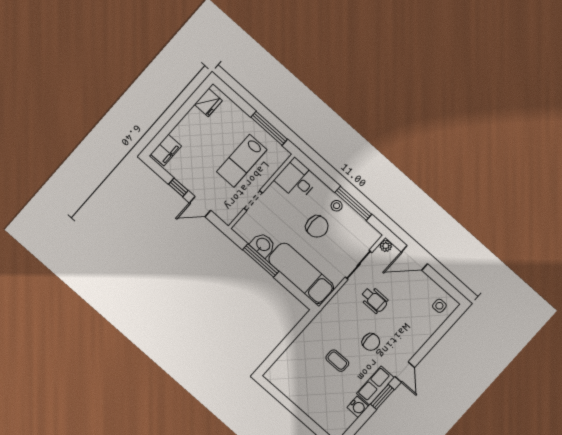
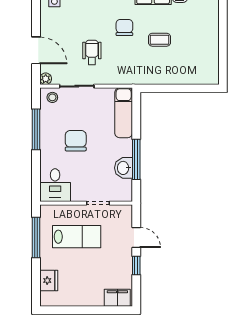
fridge: (208, 103) -> (49, 280), moved, turned 90
stool: (337, 206) -> (52, 97), moved
exam couch: (301, 273) -> (124, 113), width x0.73, depth x0.69
coffee table: (337, 361) -> (159, 40), turned 90

